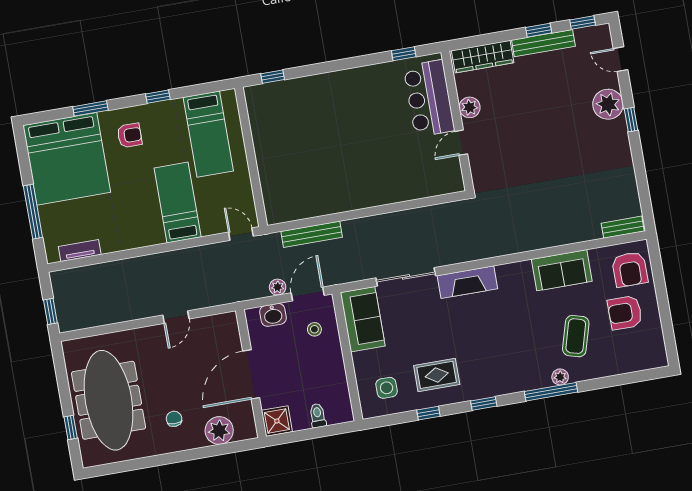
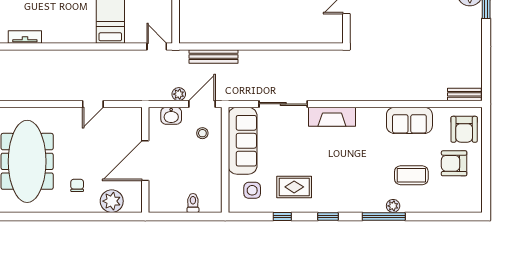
sofa: (363, 319) -> (243, 141), width x1.36
coffee table: (576, 336) -> (411, 175), turned 74
shower: (277, 421) -> (159, 202), removed

